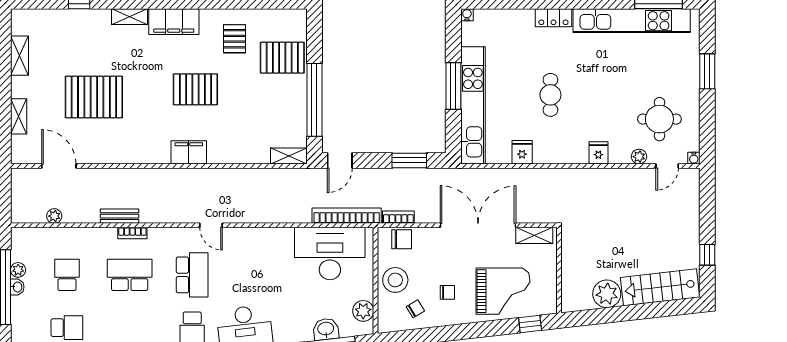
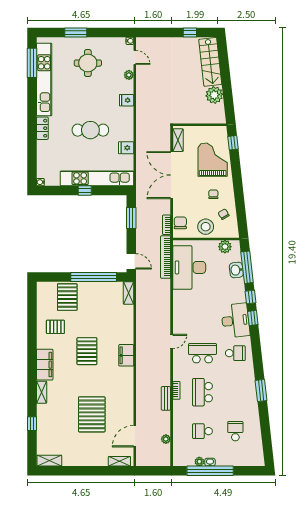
shelving: (20, 56) -> (49, 461), moved
window: (453, 86) -> (85, 191), width x0.46
cafe table: (550, 95) -> (90, 130), width x1.37, depth x1.35
shelving: (19, 116) -> (119, 461), moved
round table: (659, 119) -> (88, 63), moved

